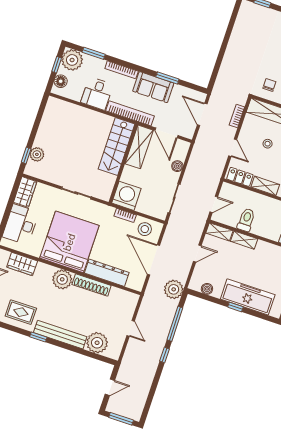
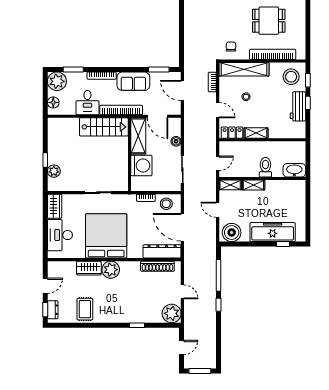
window: (57, 65) -> (45, 90), removed
window: (167, 78) -> (159, 70), moved
stairs: (116, 147) -> (104, 127), moved, turned -90
window: (26, 156) -> (45, 160), moved
washing machine: (126, 196) -> (141, 166), moved, turned 90
toilet: (246, 220) -> (265, 167), moved
door: (197, 254) -> (218, 210), swing flipped
wardrobe: (22, 264) -> (89, 268), moved
dresser: (107, 273) -> (162, 251), moved
shoe rack: (92, 285) -> (157, 266), moved
plant: (174, 289) -> (208, 247), removed
boiler: (207, 289) -> (232, 233), width x1.86, depth x1.86
window: (235, 307) -> (283, 244), moved
rug: (21, 312) -> (85, 309), turned 90
bench: (60, 335) -> (125, 317), removed
window: (38, 337) -> (137, 325), moved
plant: (97, 343) -> (172, 313), moved

